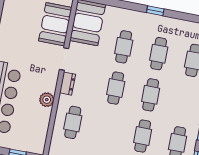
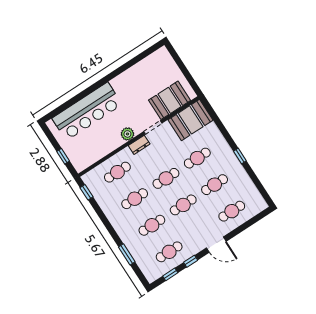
plant: (47, 100) -> (127, 134), moved
cafe table: (108, 129) -> (135, 199), added

